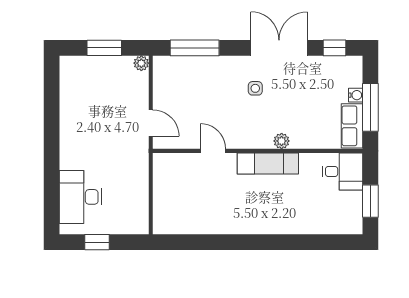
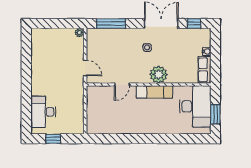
window: (104, 48) -> (58, 23), removed
window: (370, 107) -> (215, 59), removed
plant: (282, 141) -> (159, 75), width x1.88, depth x1.88
door: (213, 151) -> (122, 85), swing flipped
desk: (342, 171) -> (195, 106), width x1.87, depth x1.30

